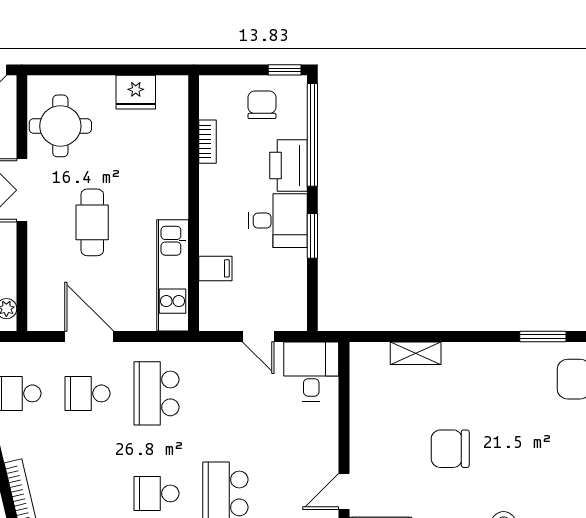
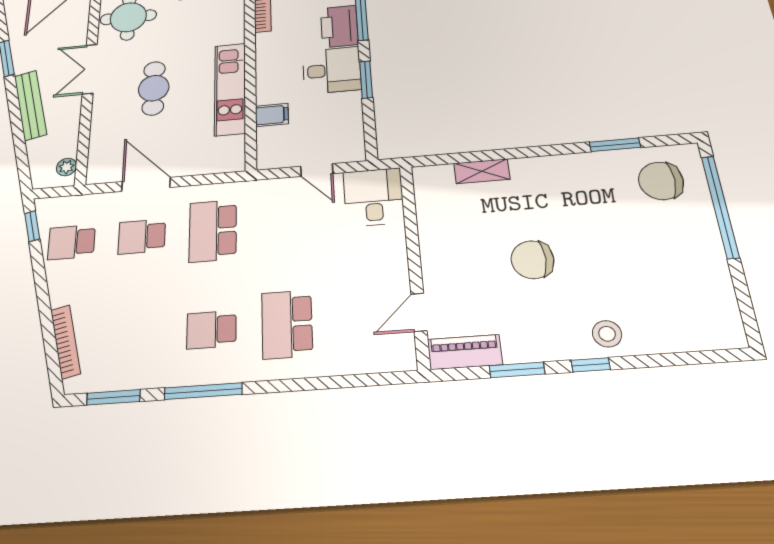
kitchen unit: (173, 275) -> (230, 89), moved

